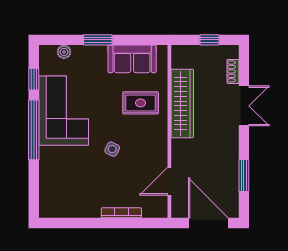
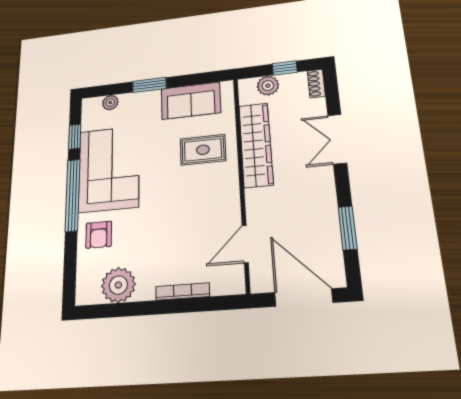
plant: (195, 54) -> (268, 86), added
shoe rack: (233, 71) -> (316, 84), moved
double door: (244, 106) -> (337, 139), swing flipped
side table: (112, 149) -> (169, 209), removed
armchair: (56, 164) -> (99, 235), added
plant: (72, 205) -> (118, 285), added

